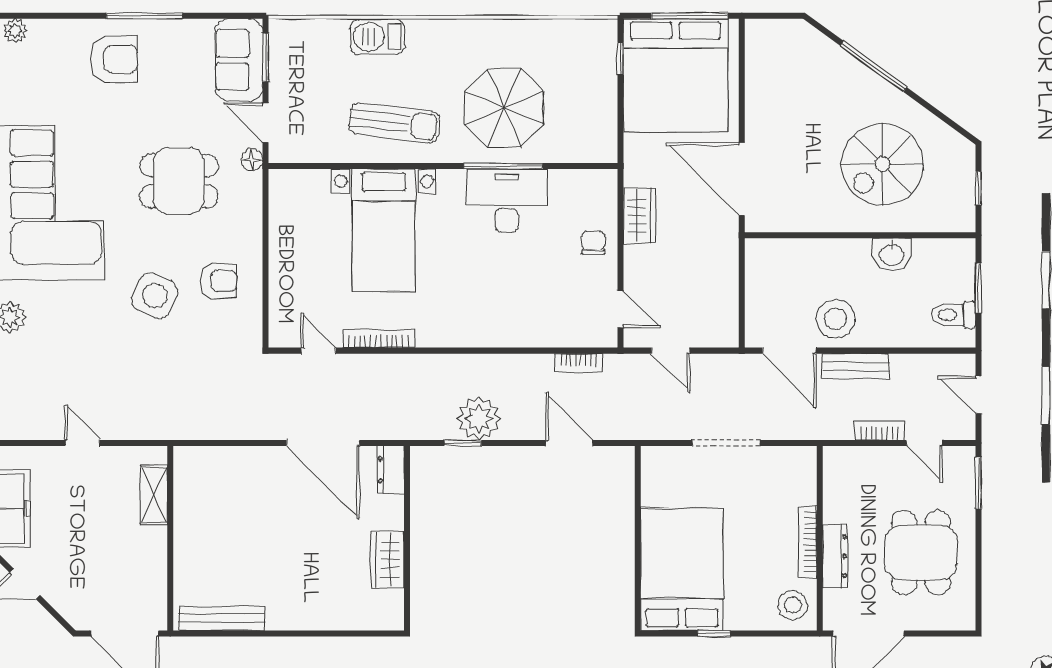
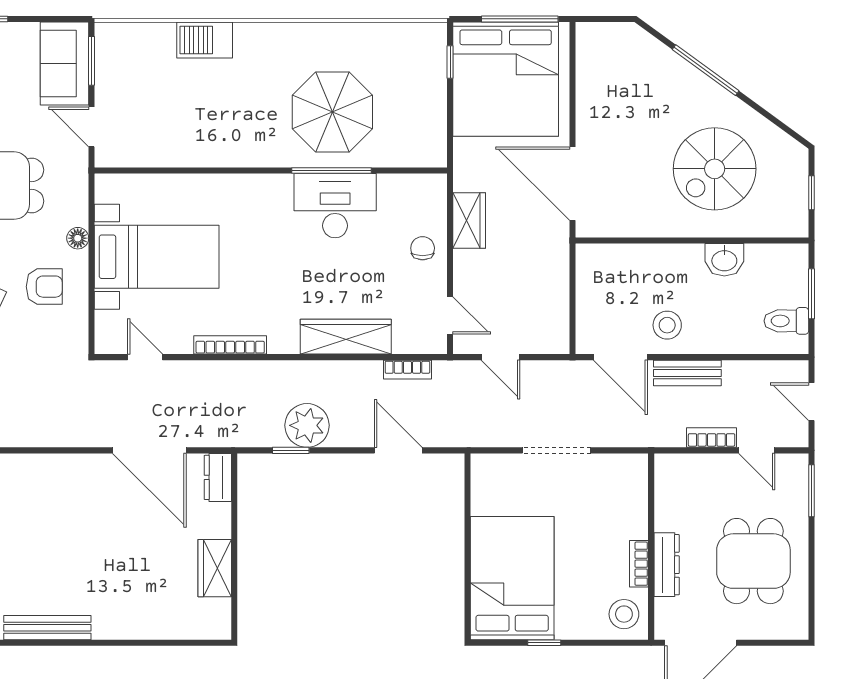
sun lounger: (394, 123) -> (222, 127), removed
floor lamp: (252, 160) -> (78, 238), moved
bed with nightstands: (384, 230) -> (157, 257), moved, turned -90
stool: (836, 319) -> (667, 325), width x0.73, depth x0.73
wardrobe: (517, 330) -> (346, 337), added
bookcase: (379, 339) -> (230, 345), moved
bookcase: (808, 542) -> (639, 564), width x0.64

